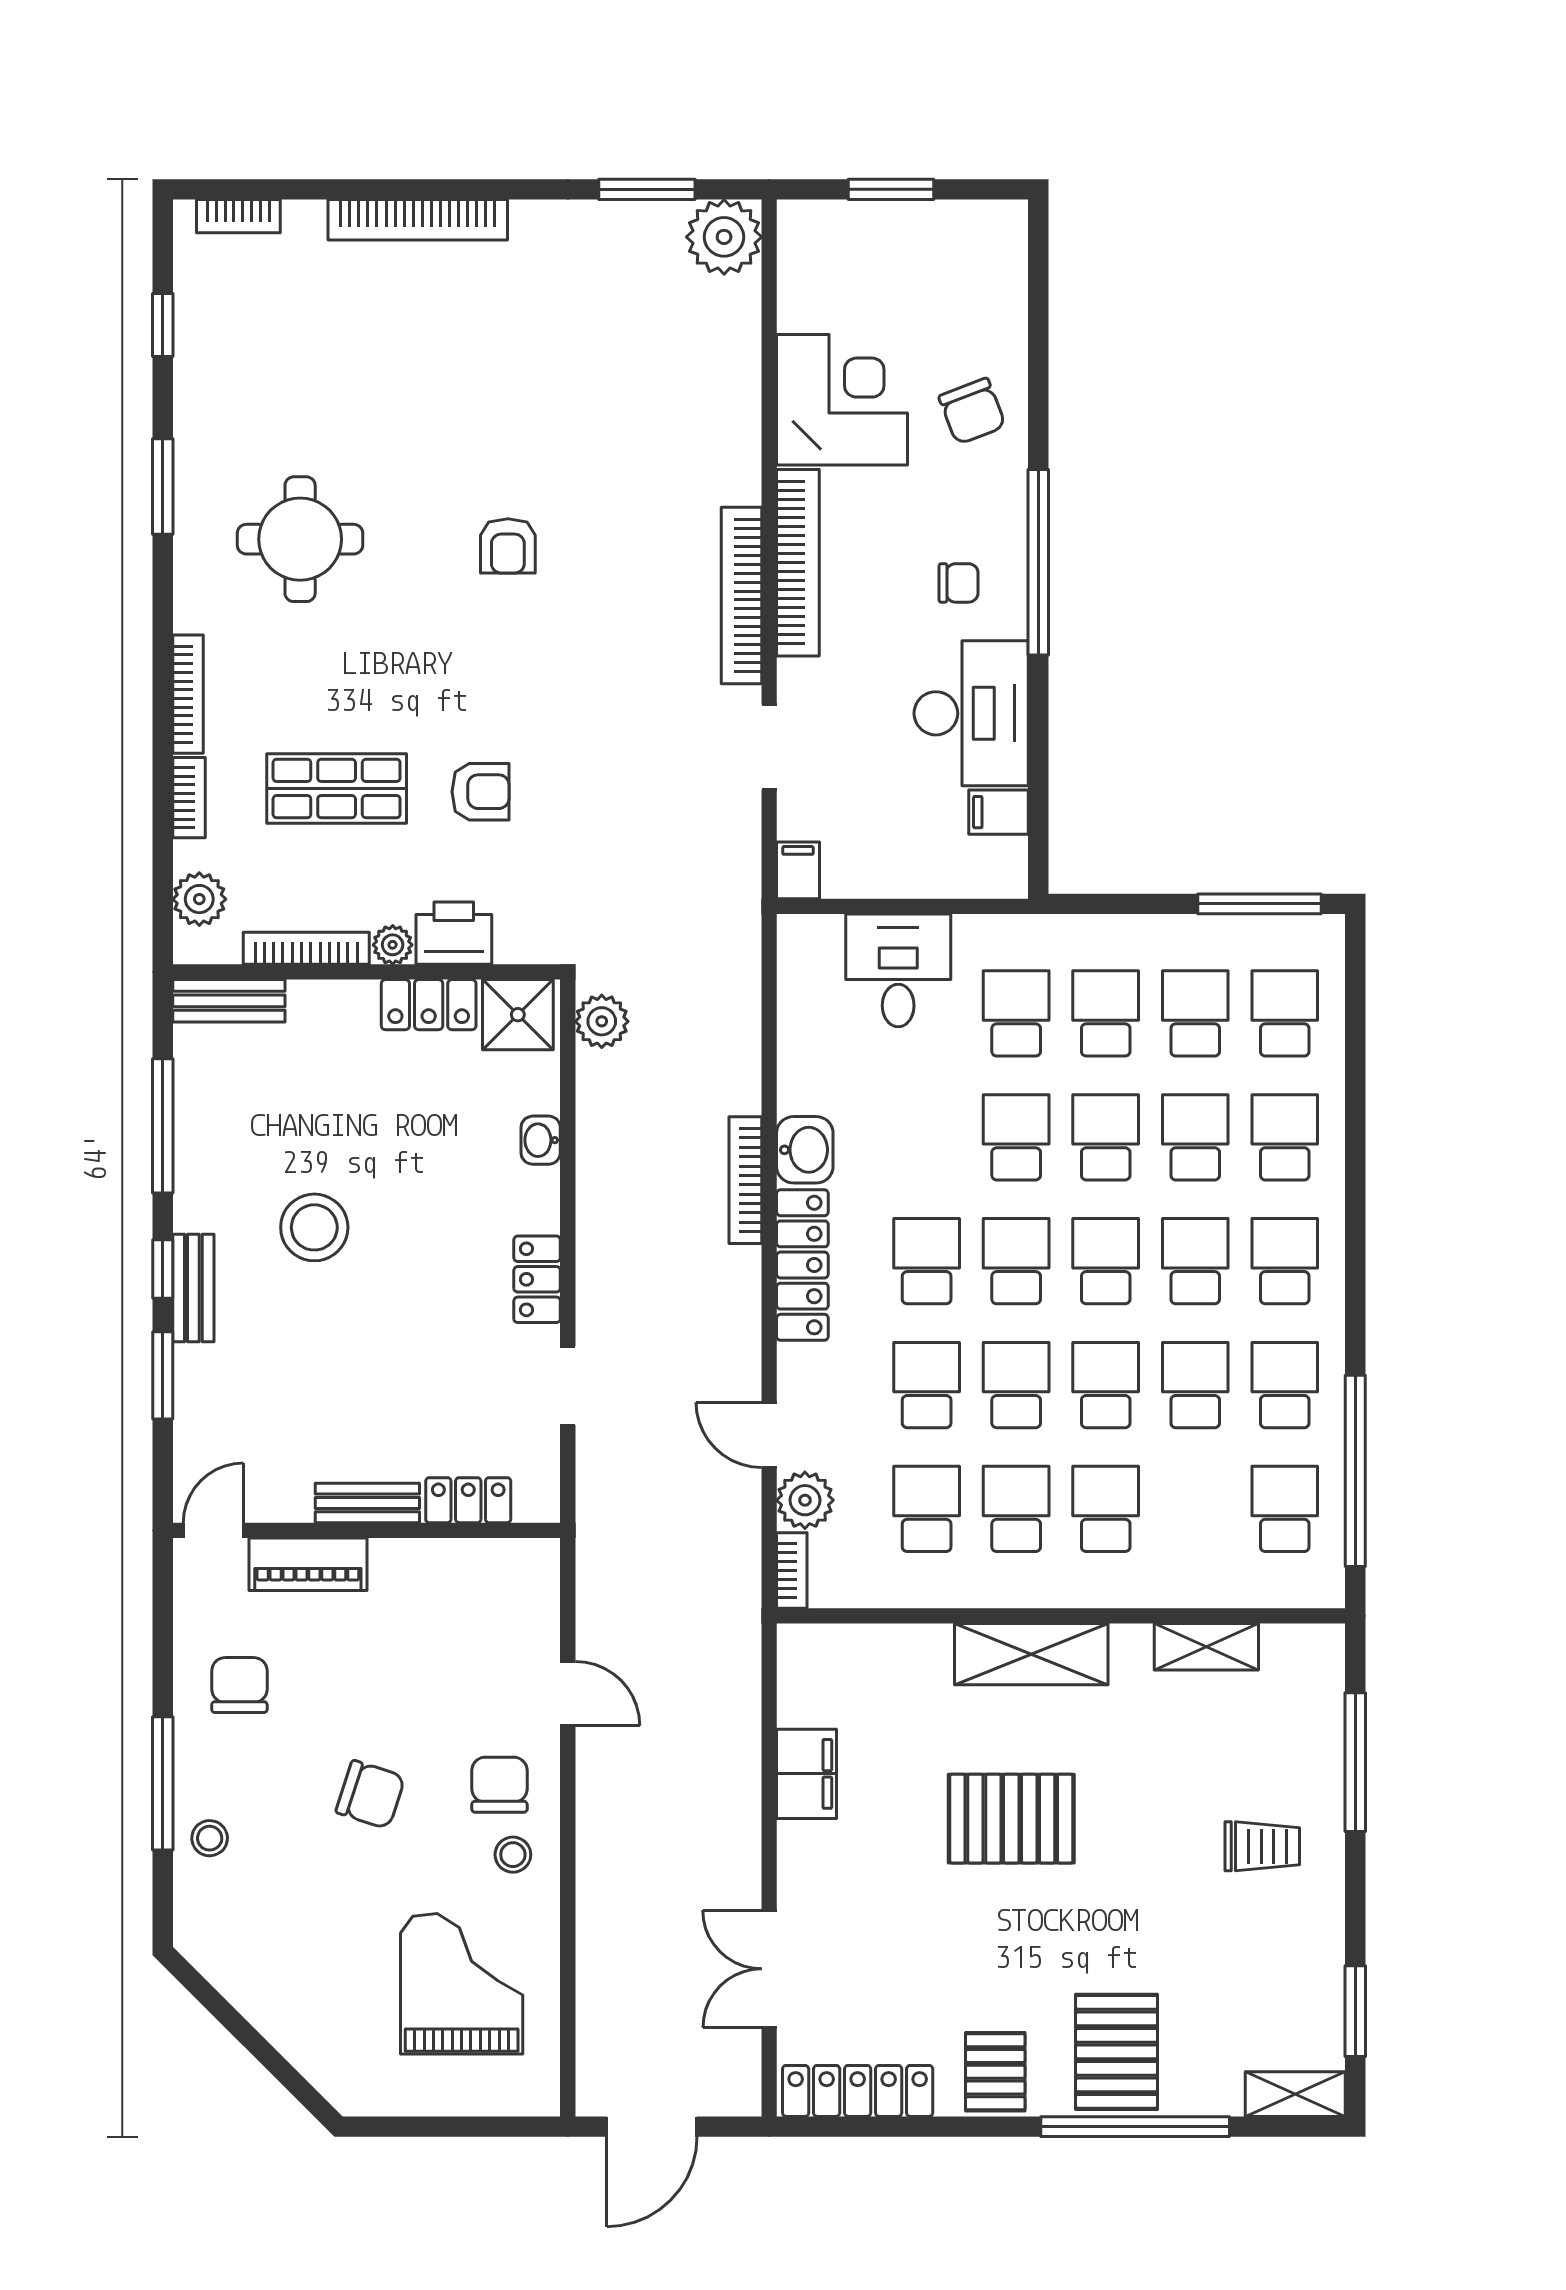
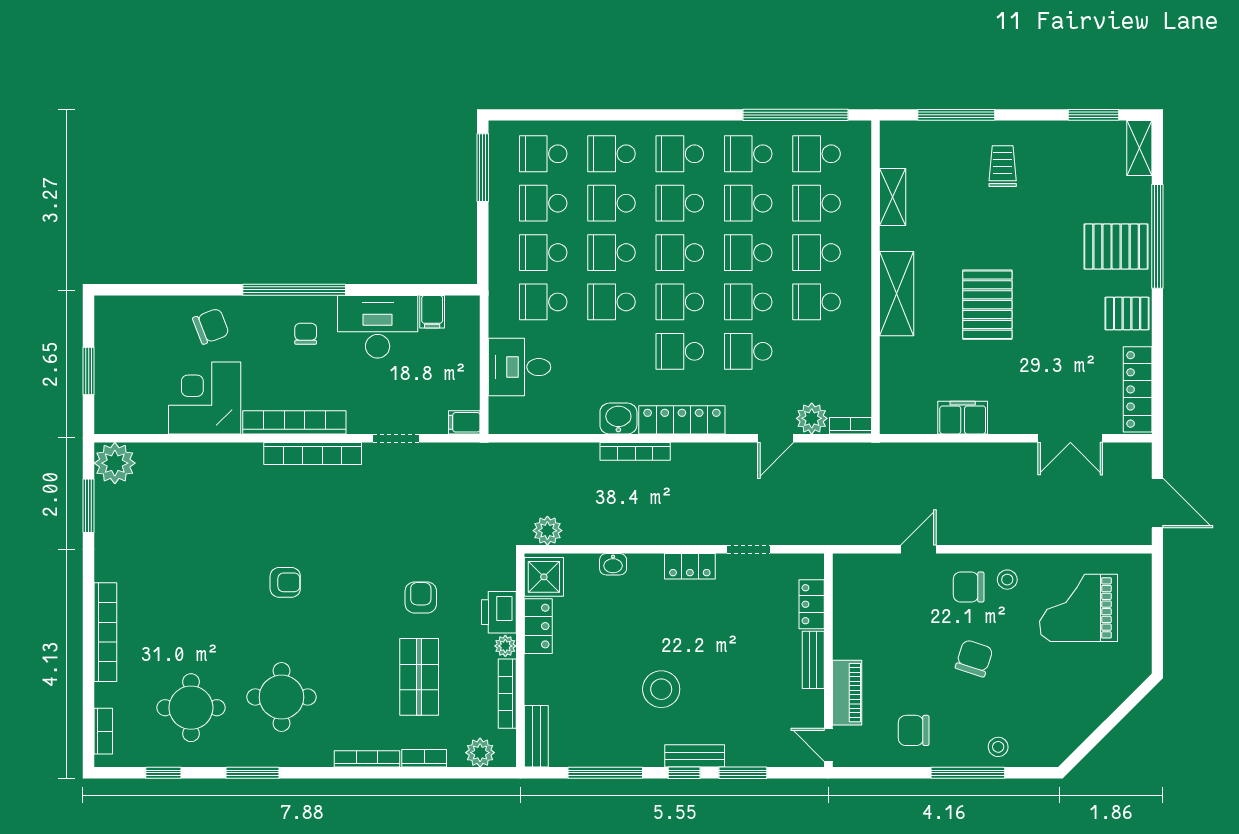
round table: (281, 375) -> (191, 708), added
school desk: (927, 1509) -> (817, 203), moved

